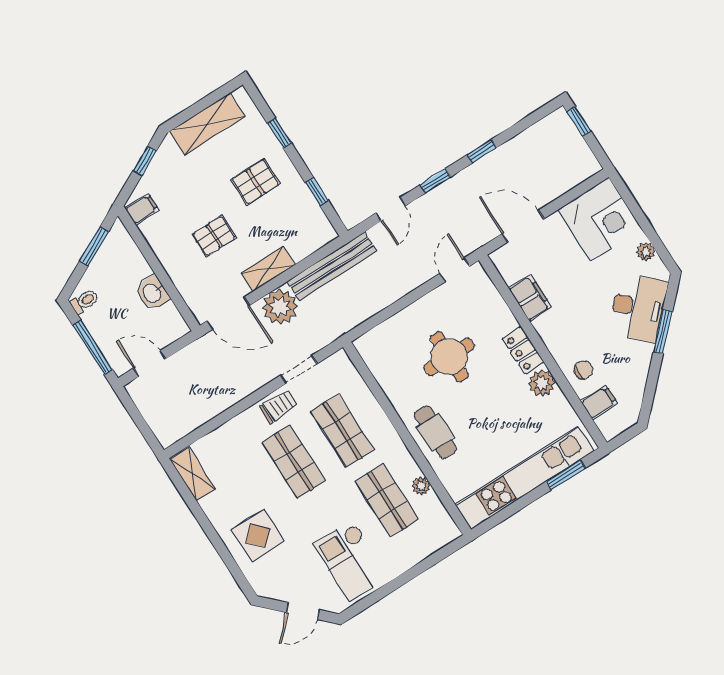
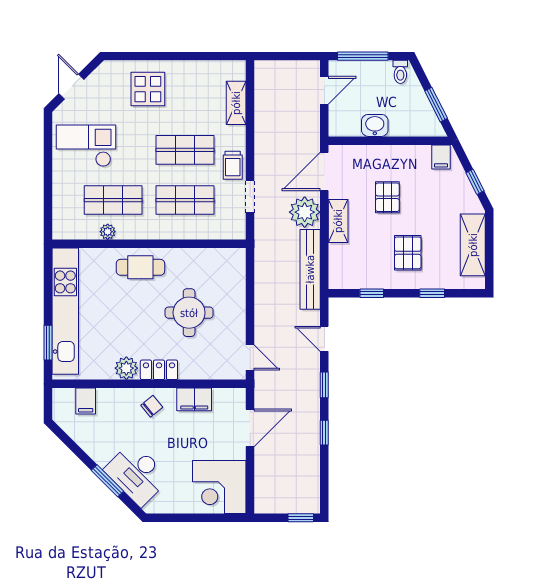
plant: (646, 252) -> (174, 506), removed
chair: (583, 370) -> (152, 406), moved, turned -129
shelving: (193, 474) -> (236, 103), moved, turned 90

